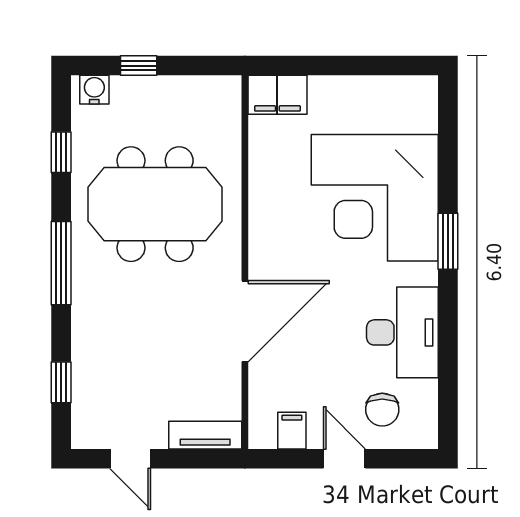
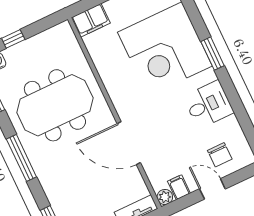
door: (245, 321) -> (129, 143), swing flipped
desk: (402, 332) -> (208, 104), width x0.73
plant: (262, 435) -> (165, 197), added

